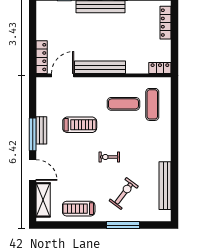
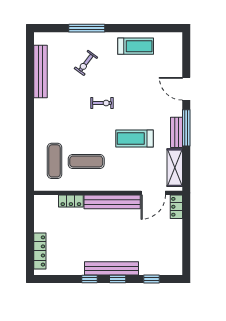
locker: (42, 57) -> (176, 207), width x0.66
locker: (160, 68) -> (71, 201), moved
exercise bike: (124, 193) -> (86, 63), width x0.73, depth x0.72
shelving: (43, 200) -> (175, 168), moved

